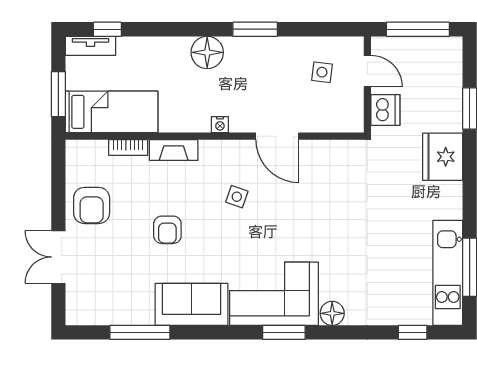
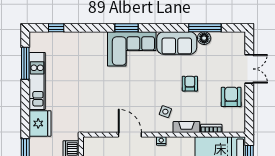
side table: (237, 197) -> (165, 112), moved
kitchen unit: (448, 273) -> (37, 81), moved
floor lamp: (332, 313) -> (204, 38), moved

